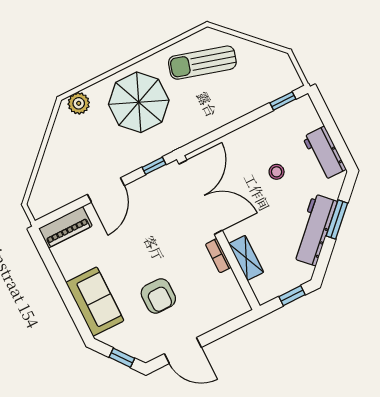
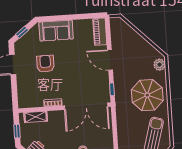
shelving: (246, 258) -> (36, 117), moved
armchair: (158, 296) -> (45, 64), turned 90

